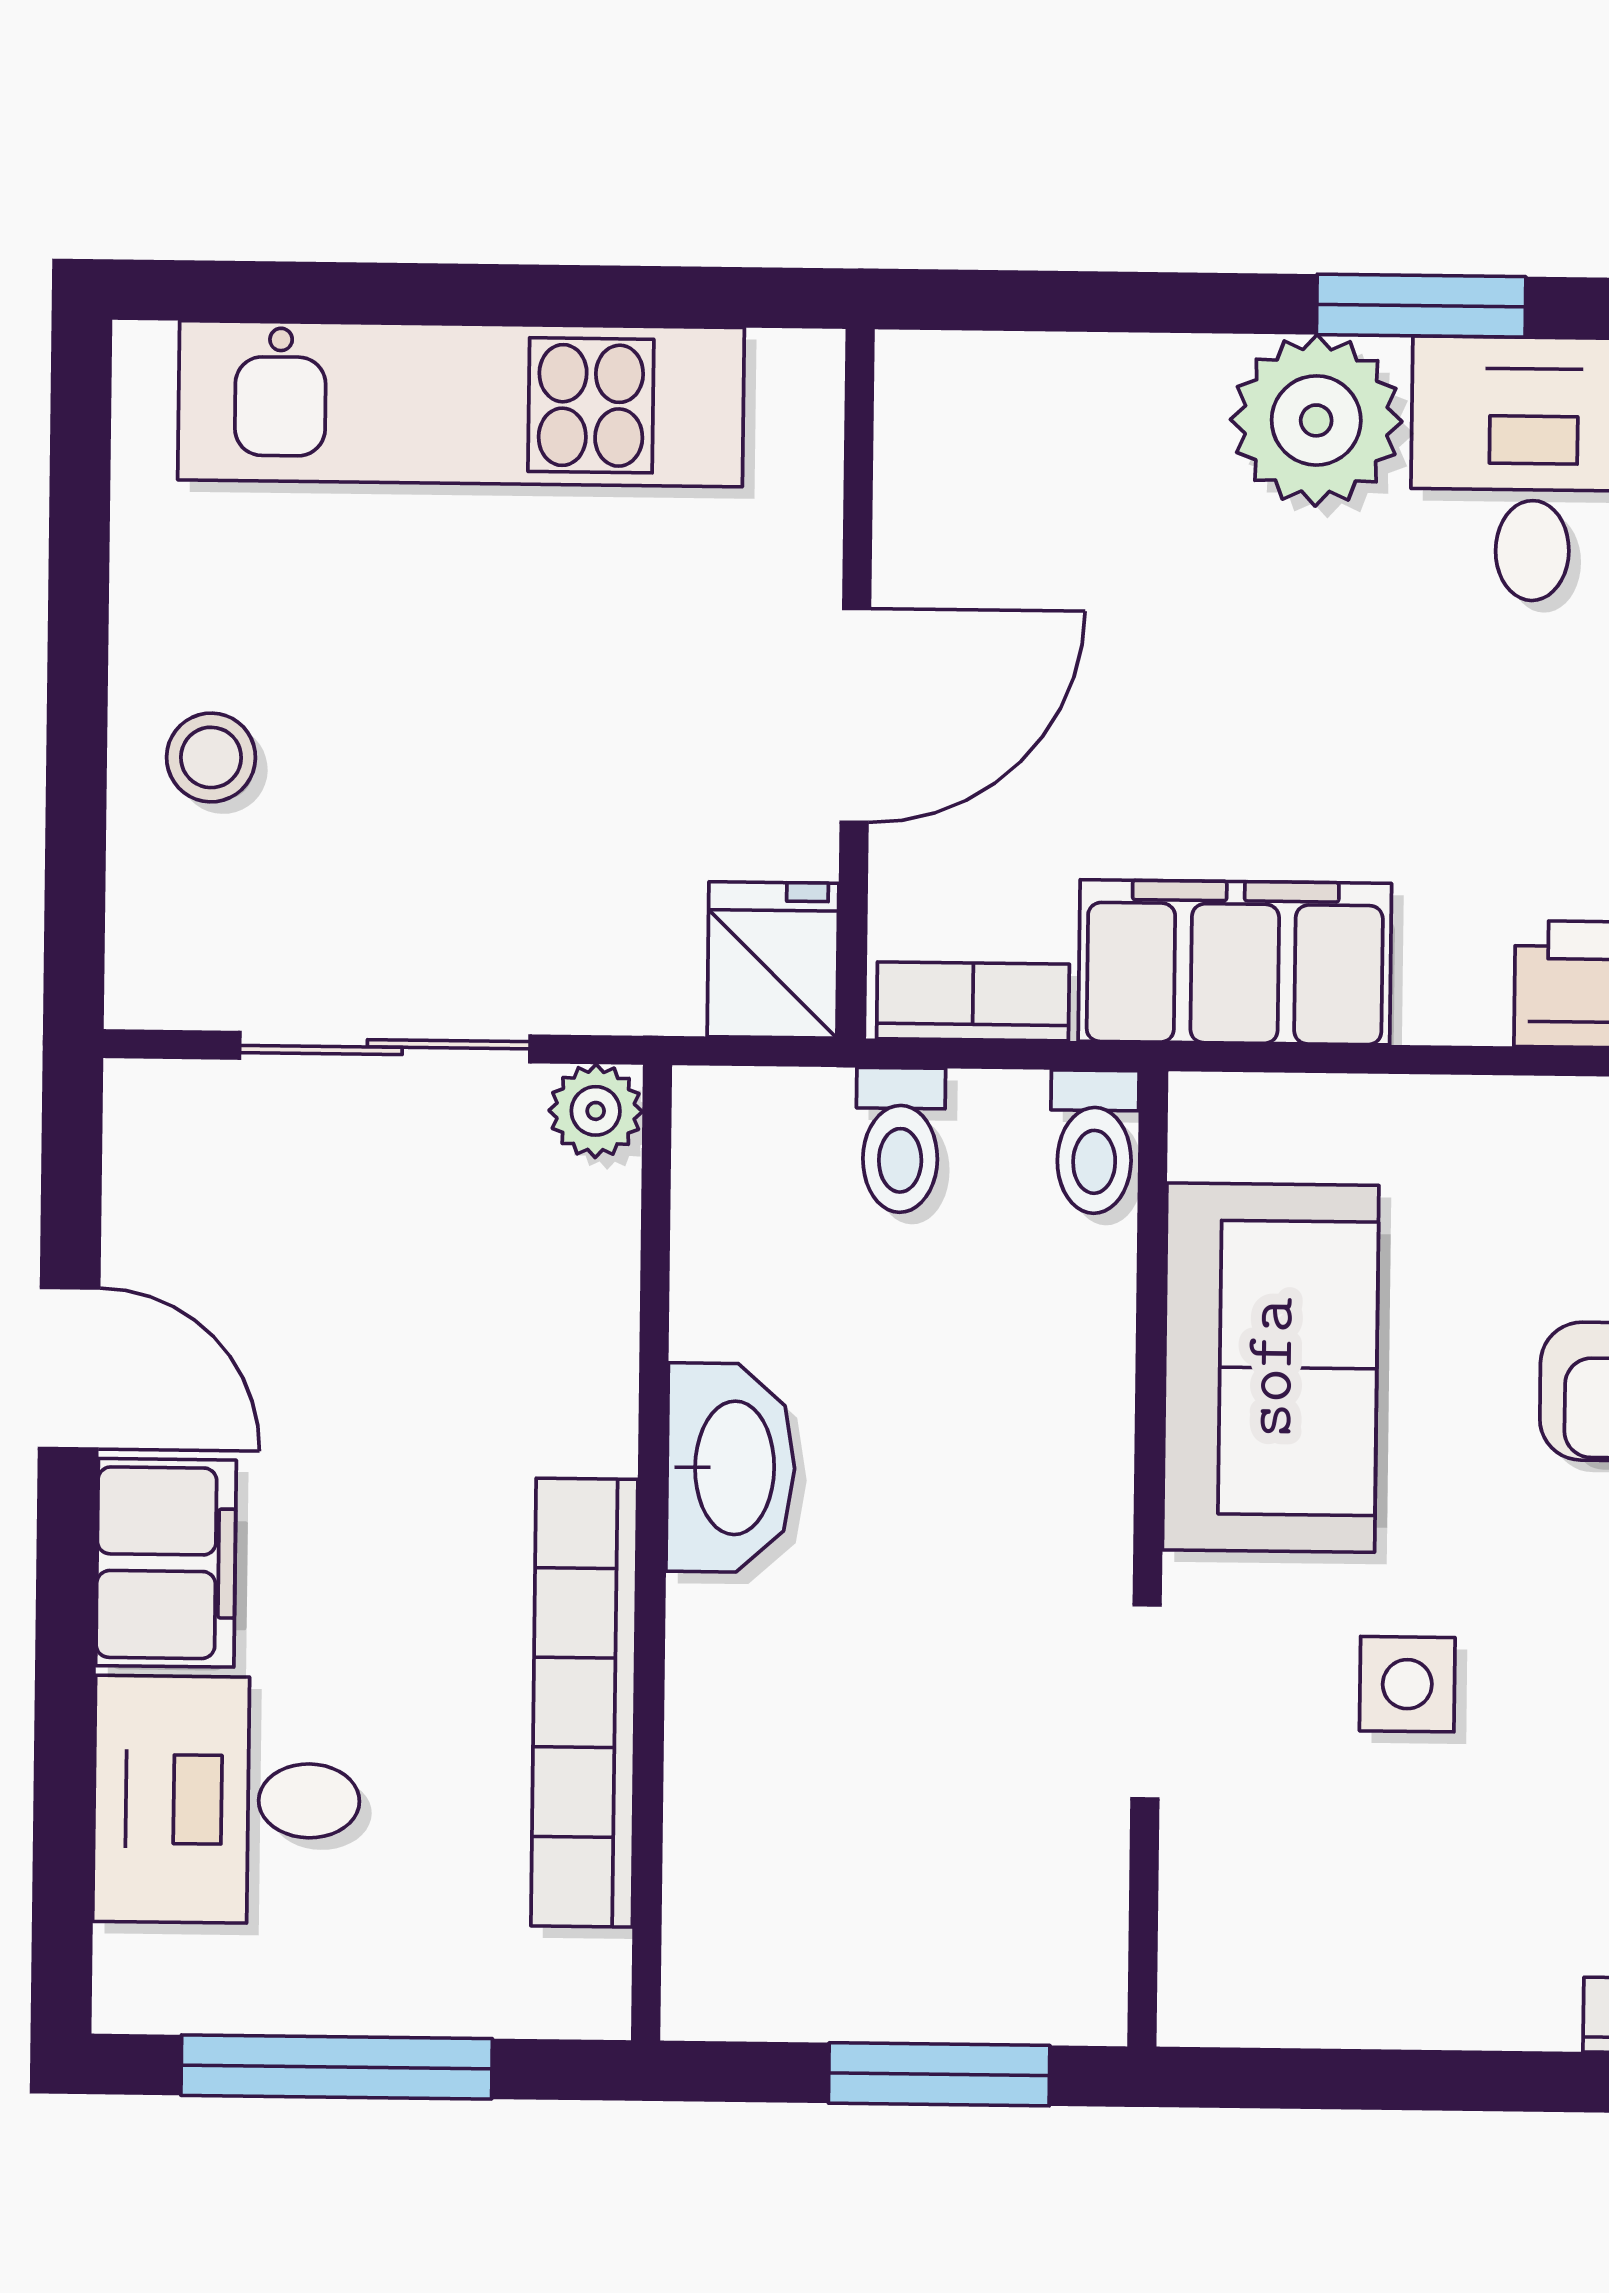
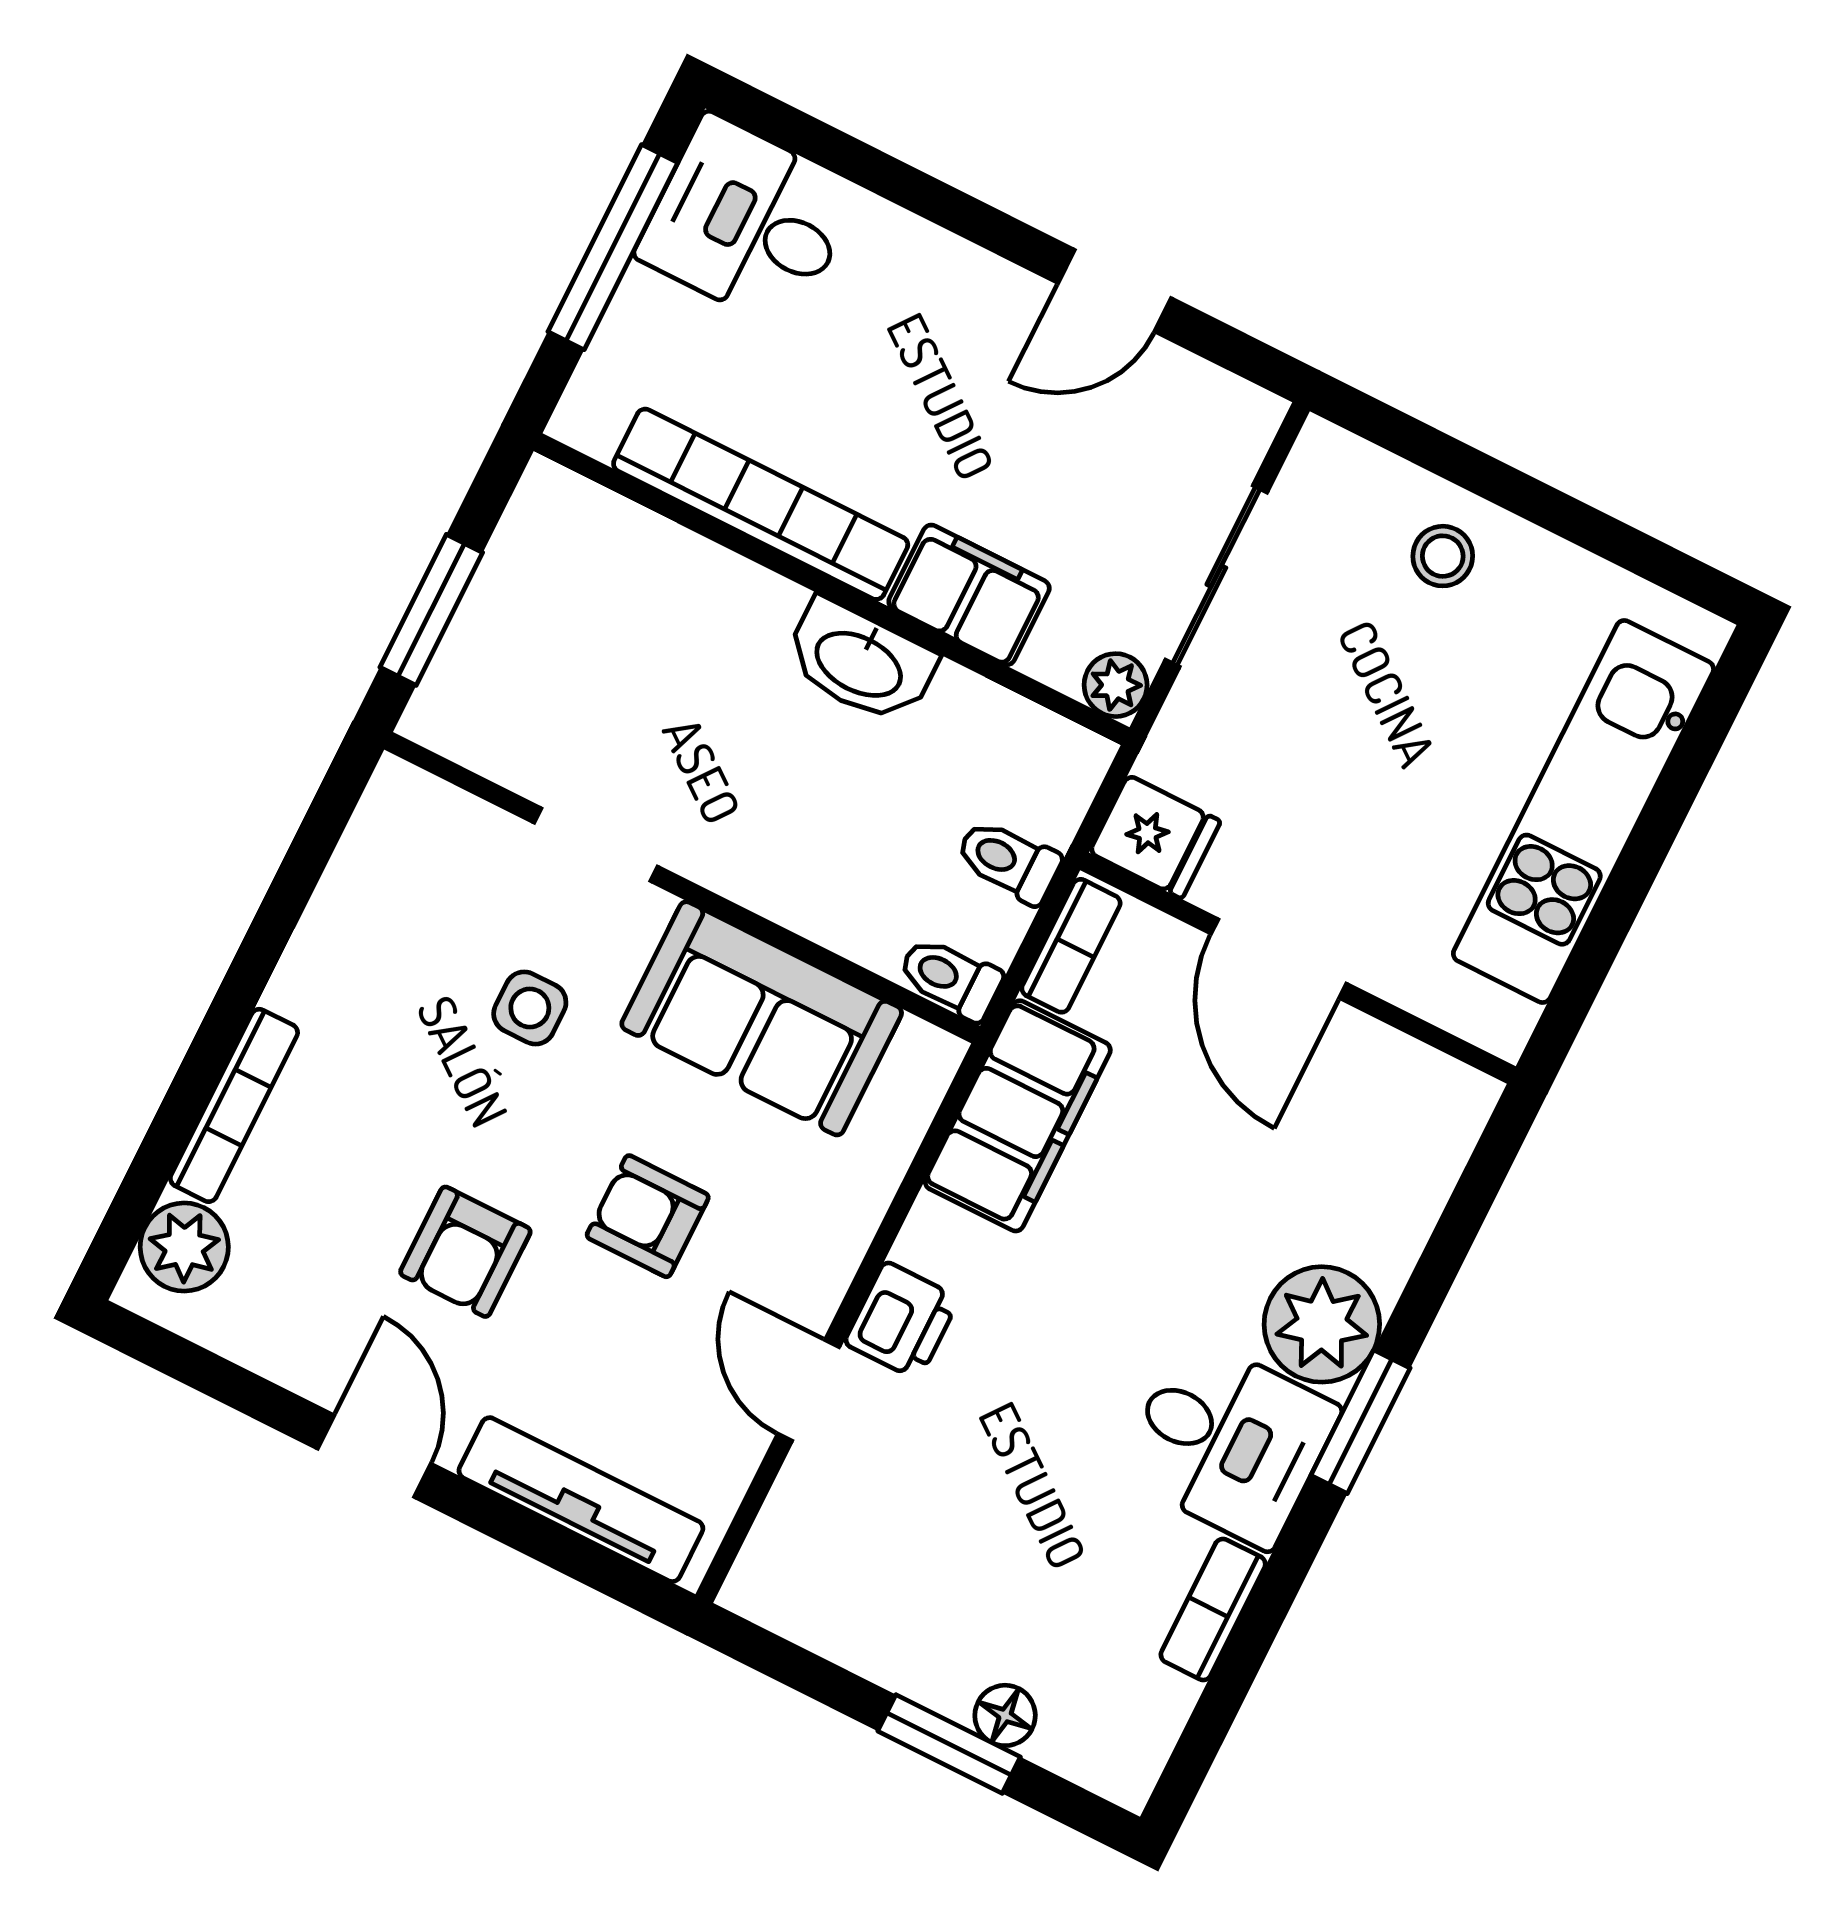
filing cabinet: (166, 1563) -> (969, 595), moved, turned 180
desk: (227, 1800) -> (748, 222), moved, turned -90

